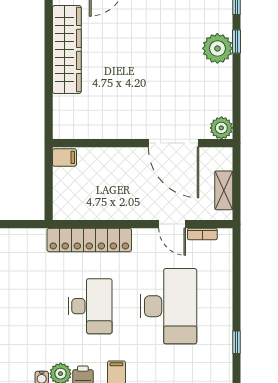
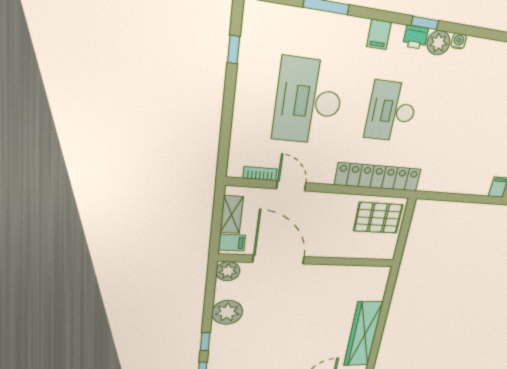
plant: (217, 48) -> (227, 312), moved
filing cabinet: (64, 157) -> (232, 243), moved, turned 180
pallet: (80, 196) -> (378, 218), added

